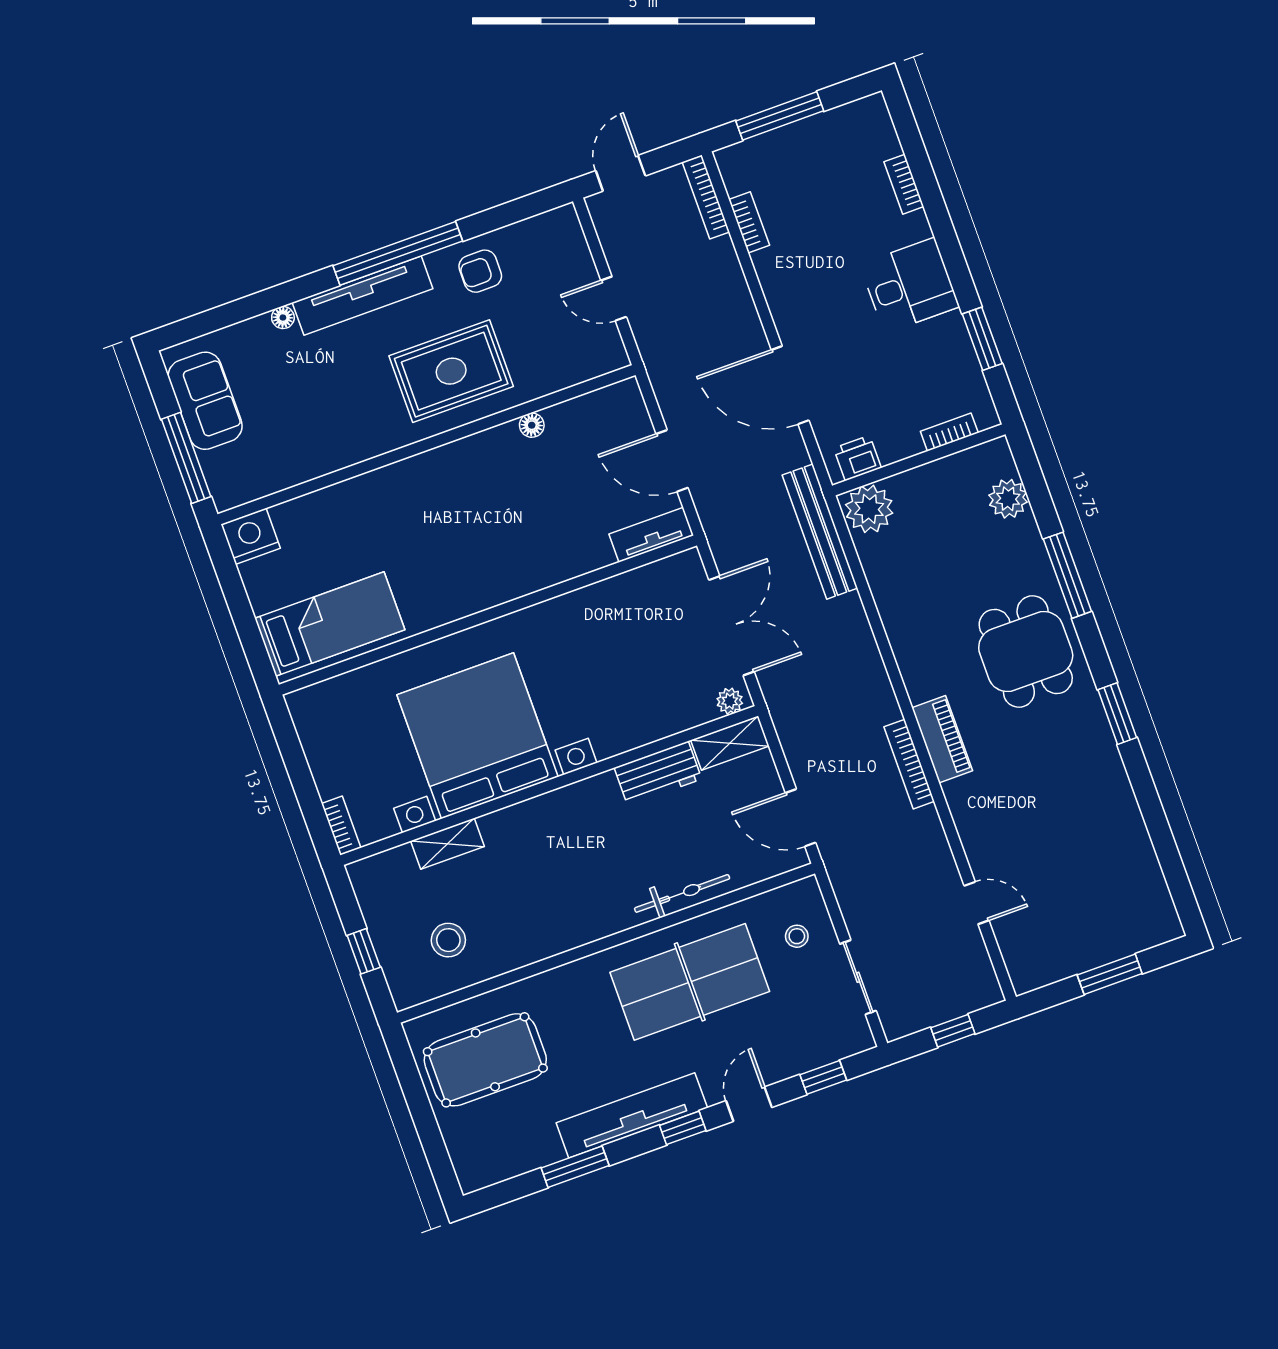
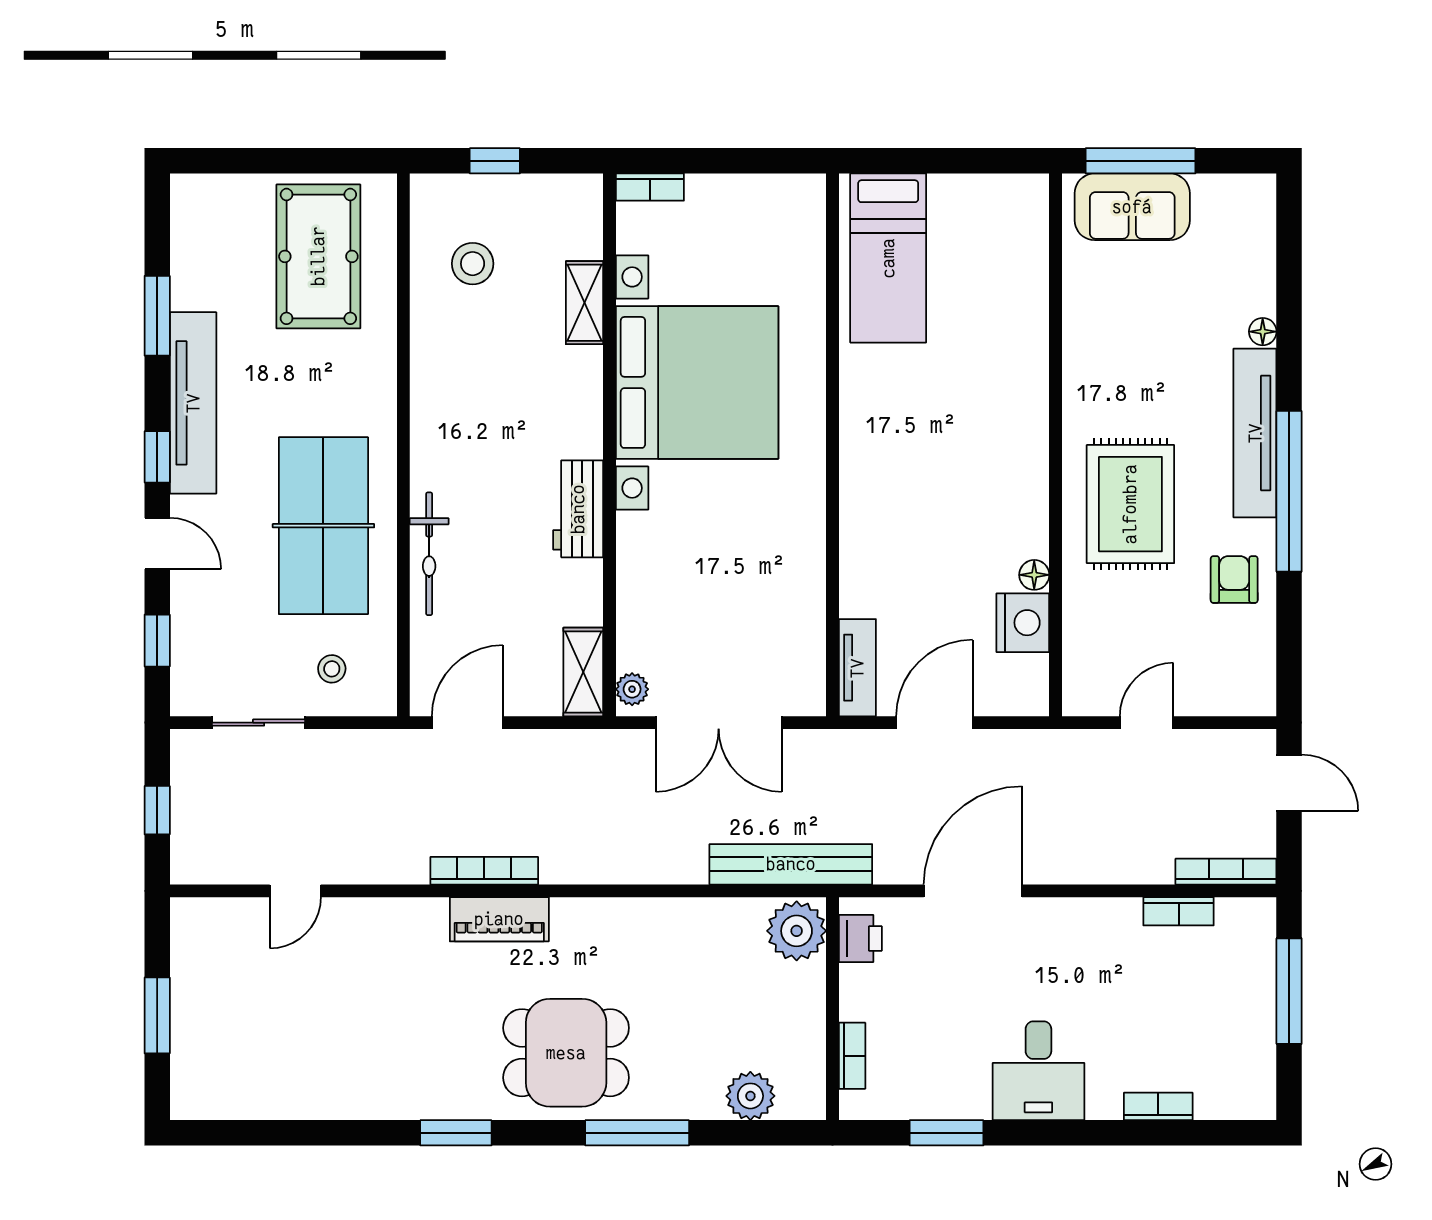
sofa: (205, 401) -> (1132, 207), moved
nightstand: (251, 536) -> (1023, 623), moved
workbench: (658, 773) -> (578, 509), moved

